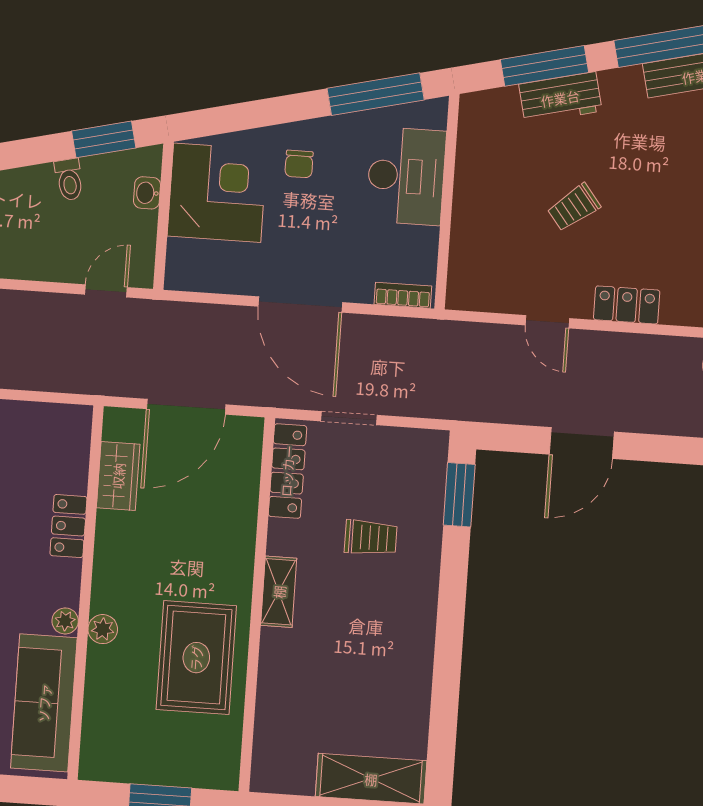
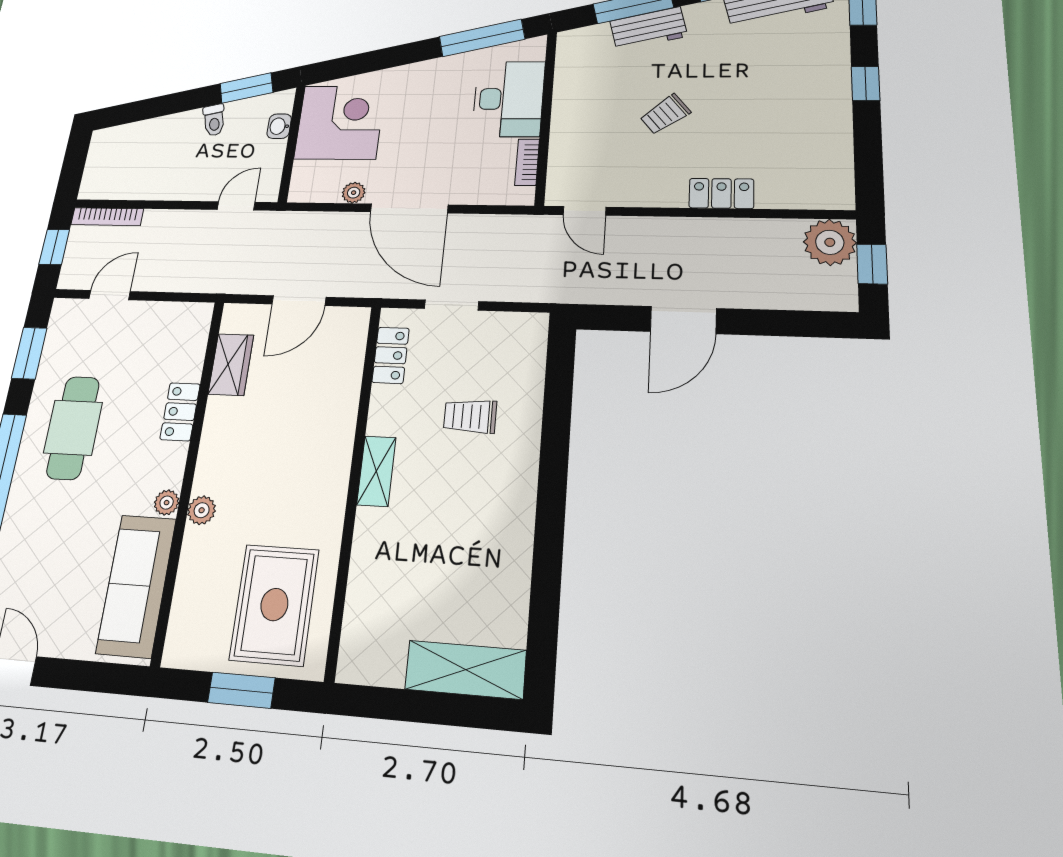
chair: (299, 164) -> (413, 96), removed
plant: (238, 282) -> (354, 193), added
bookcase: (403, 295) -> (527, 162), moved, turned -90
door: (547, 322) -> (585, 211), moved
door: (186, 407) -> (299, 301), width x0.73
locker: (287, 471) -> (391, 355), width x0.66
window: (459, 495) -> (560, 373), removed
trolley: (371, 538) -> (470, 416), turned 180
rug: (196, 658) -> (274, 604), moved

